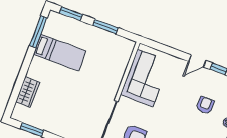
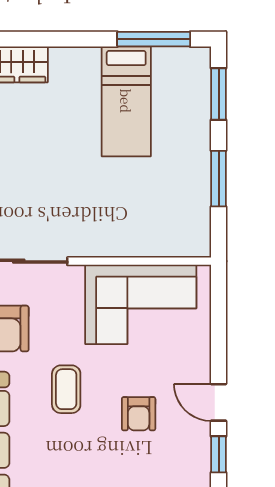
armchair: (205, 105) -> (139, 414), moved, turned 90
coffee table: (169, 121) -> (66, 389), added

